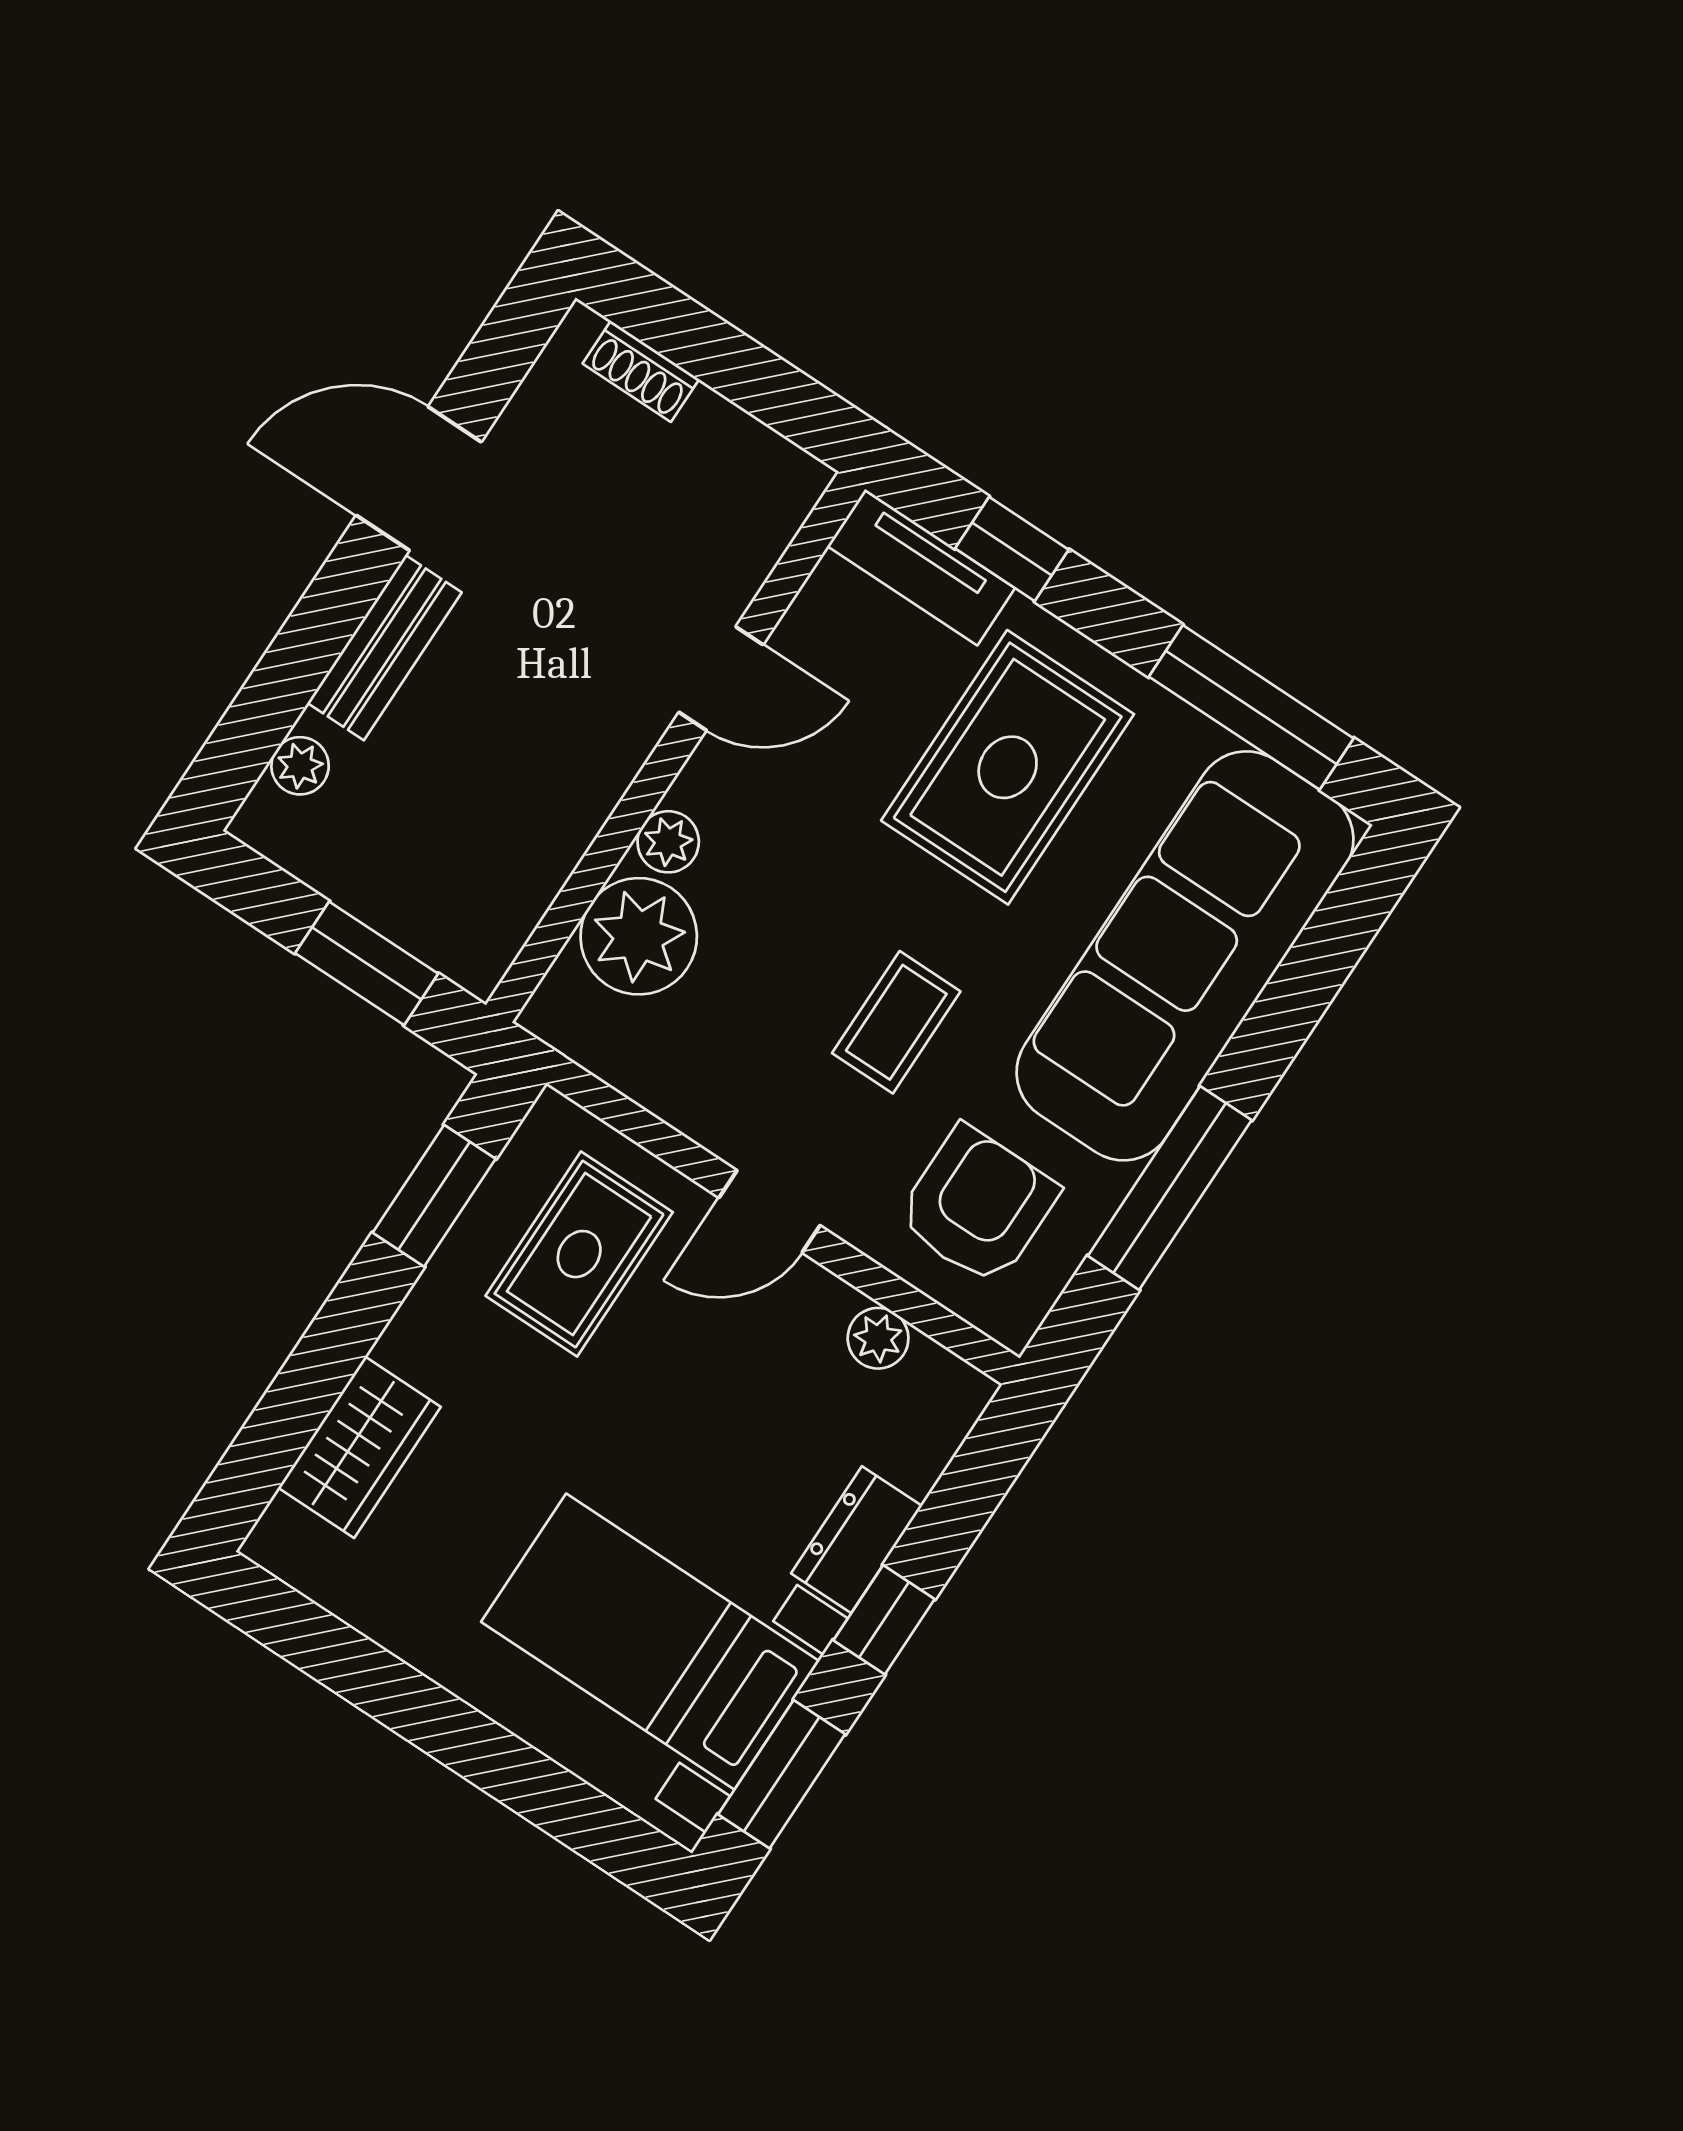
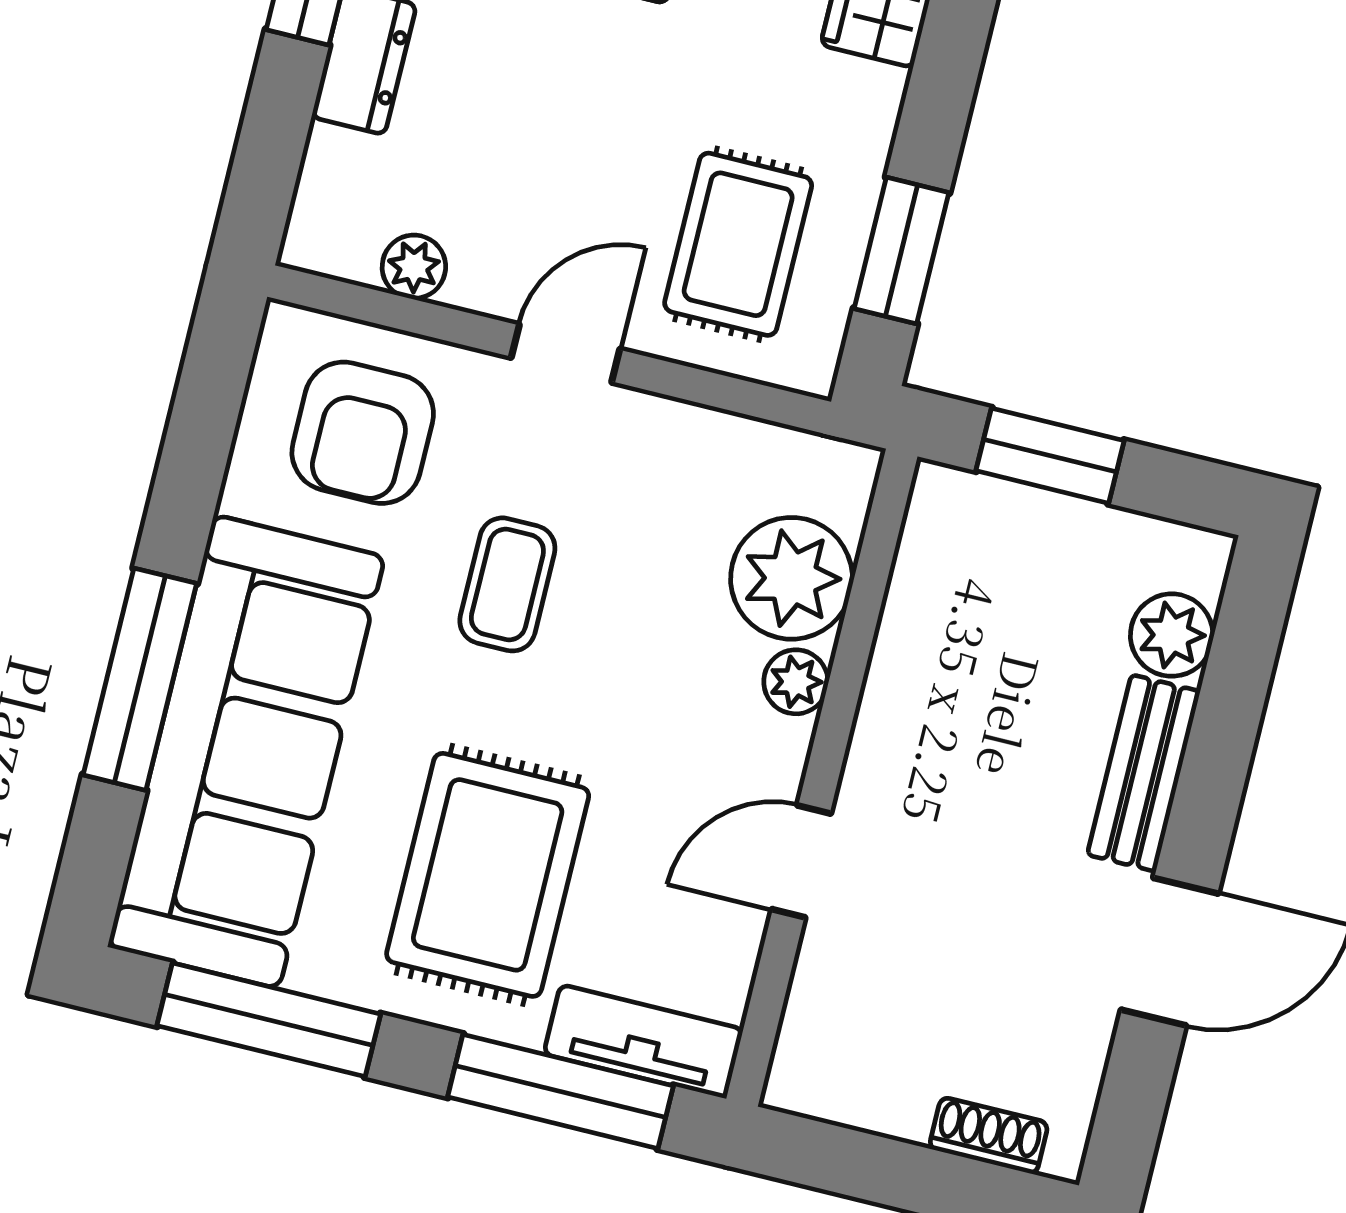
window: (1012, 549) -> (560, 1091), width x2.17
plant: (300, 766) -> (1172, 635), width x1.38, depth x1.38
window: (1170, 1188) -> (140, 679), moved

